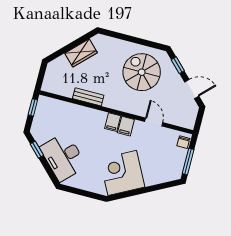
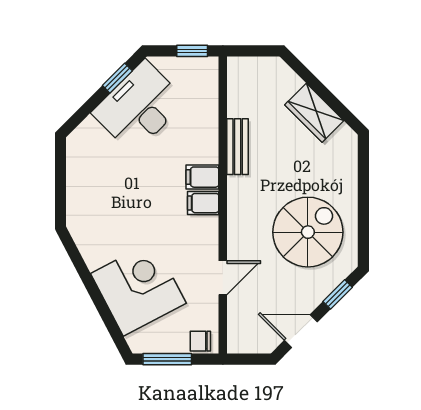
door: (192, 89) -> (301, 331), swing flipped
filing cabinet: (126, 126) -> (202, 177), moved
desk: (63, 157) -> (139, 107), moved
corner desk: (122, 173) -> (138, 288), moved

